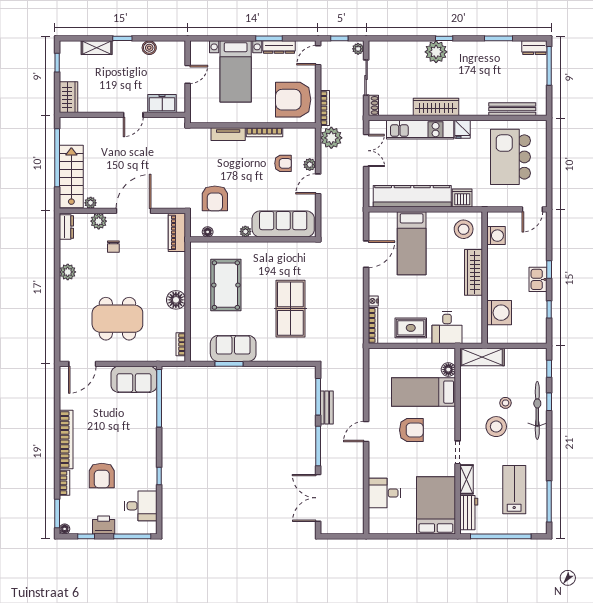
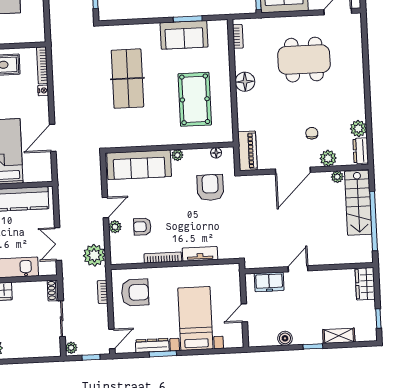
armchair: (293, 100) -> (135, 292), width x0.73, depth x0.73
bookcase: (325, 108) -> (103, 292), width x0.64
plant: (68, 272) -> (358, 128), moved

